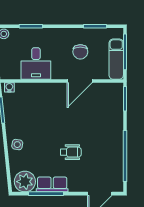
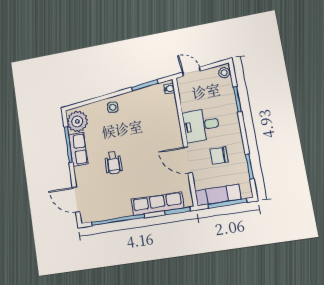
desk: (36, 64) -> (201, 125), moved
row of seats: (116, 116) -> (157, 204), added

